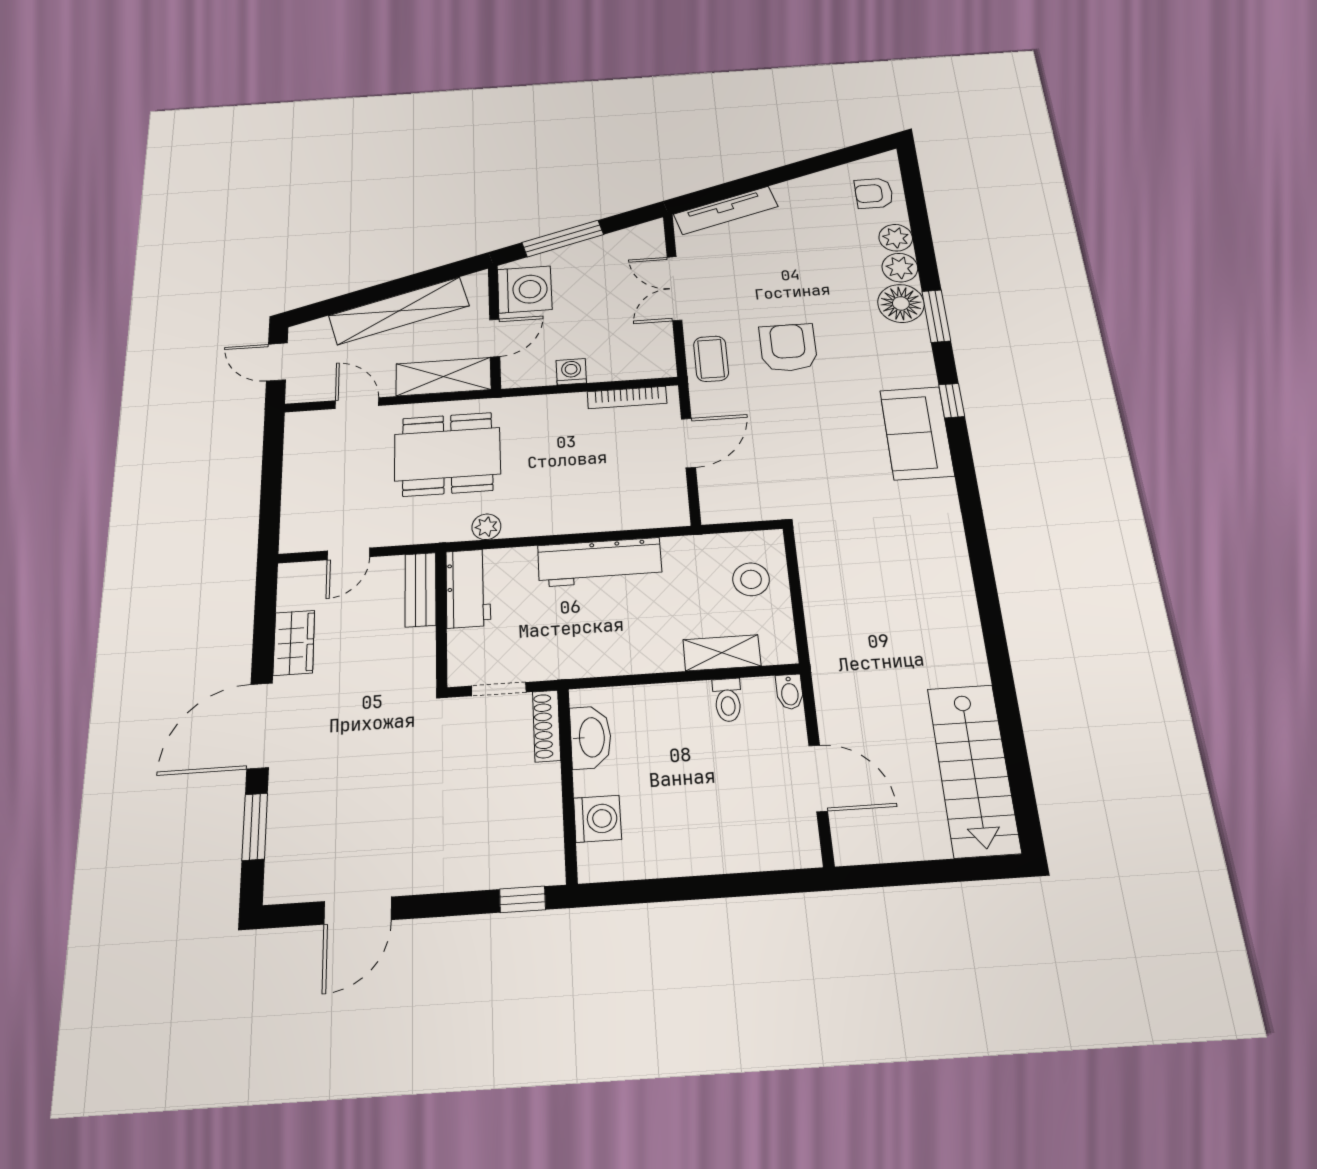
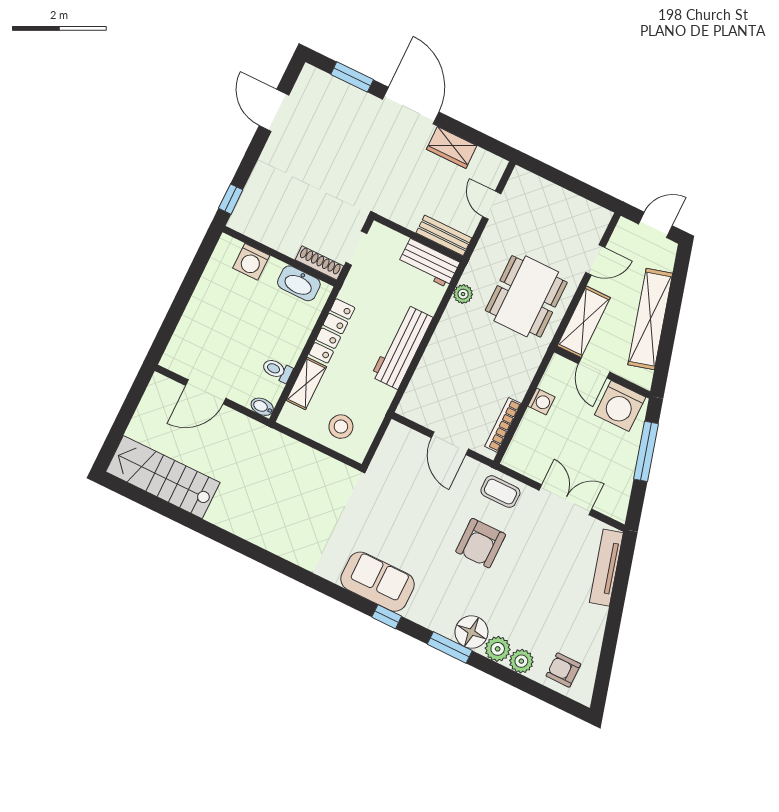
armchair: (874, 193) -> (563, 670), turned -90
armchair: (788, 348) -> (481, 543), turned 90
locker: (631, 659) -> (332, 331), added

